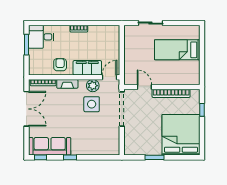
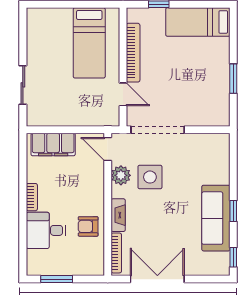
desk: (41, 37) -> (46, 230), moved, turned 90
bed: (177, 50) -> (89, 43), moved
filing cabinet: (87, 68) -> (53, 145), moved, turned -90
door: (144, 87) -> (123, 94), swing flipped
bed: (181, 135) -> (198, 22), width x0.49
sofa: (50, 146) -> (216, 218), moved

